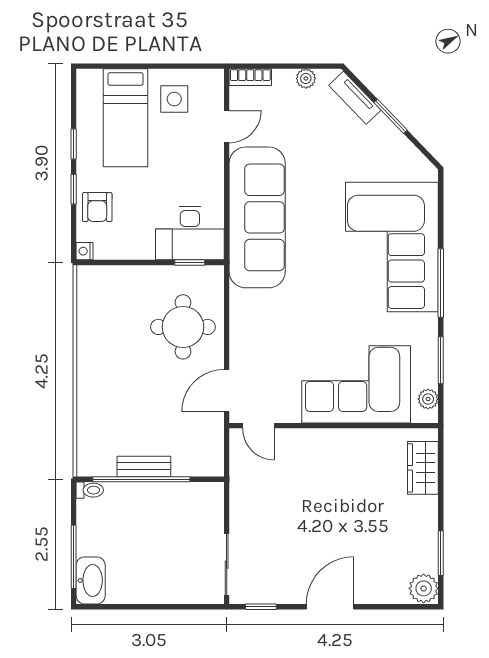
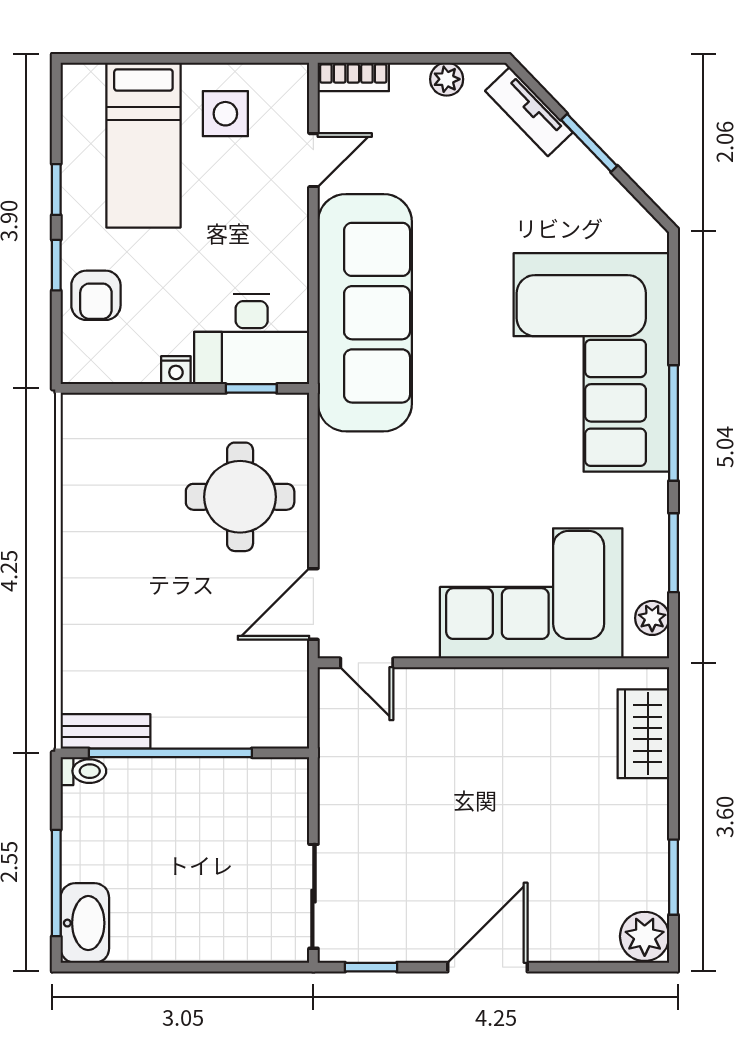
nightstand: (84, 251) -> (176, 370), moved, turned -90
bench: (144, 466) -> (105, 731), moved

